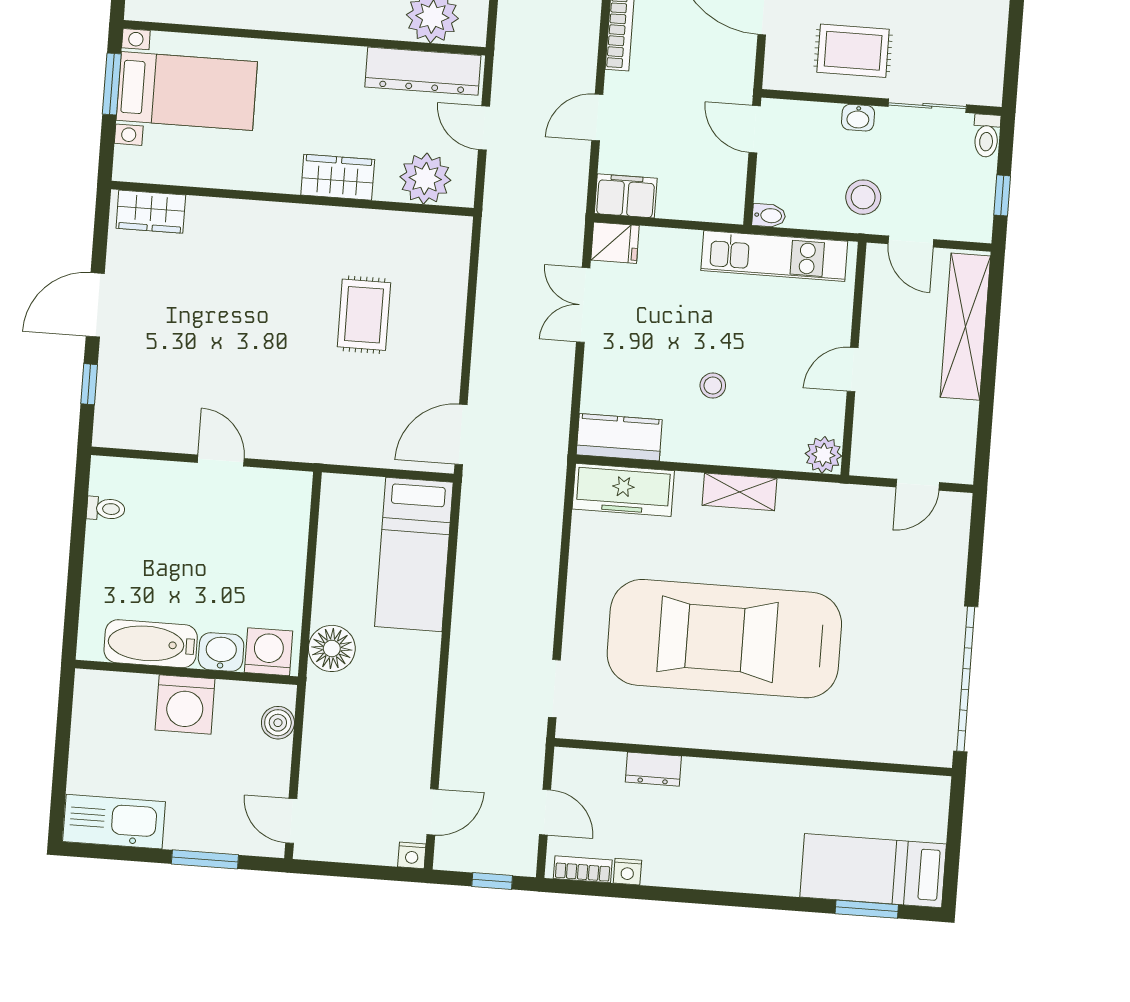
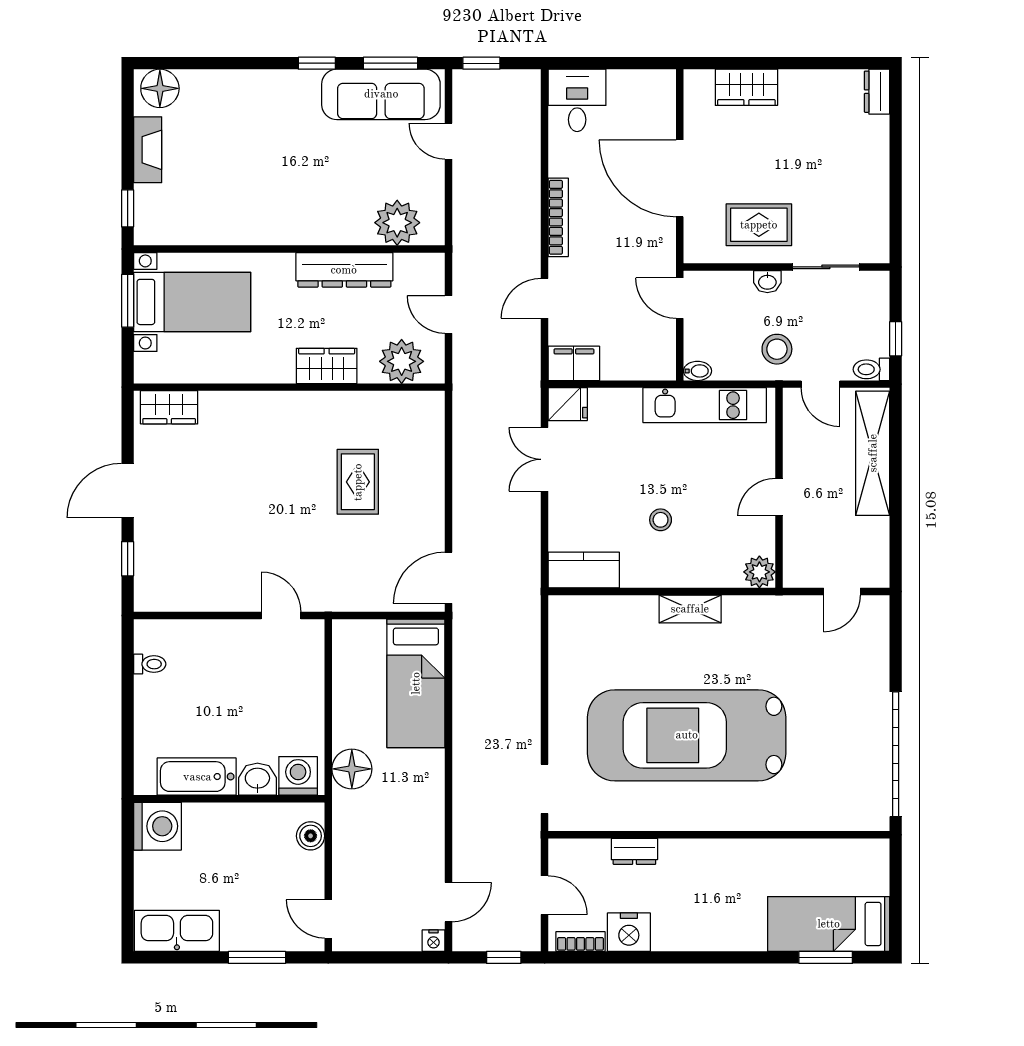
dresser: (423, 71) -> (344, 270), moved
toilet: (987, 136) -> (871, 369), moved, turned 90
door: (221, 460) -> (281, 615), moved
freezer: (623, 490) -> (591, 615), removed
washing machine: (185, 704) -> (157, 826), moved, turned -90
nightstand: (627, 872) -> (629, 932), width x1.89, depth x1.79

